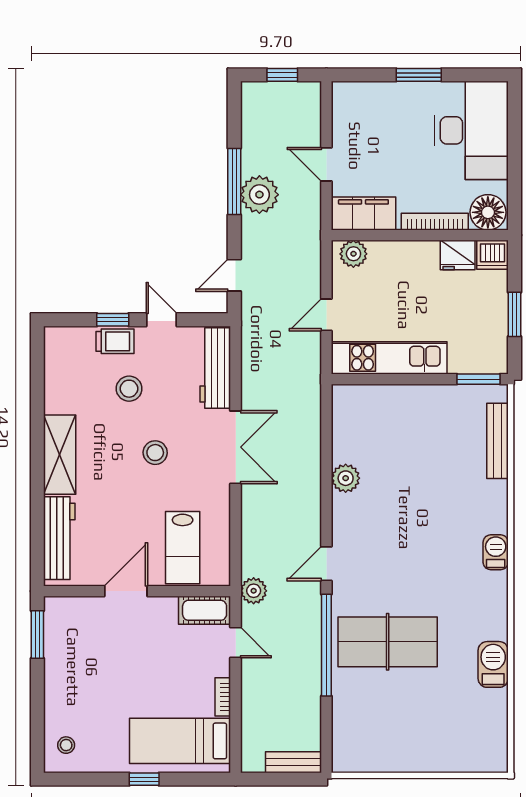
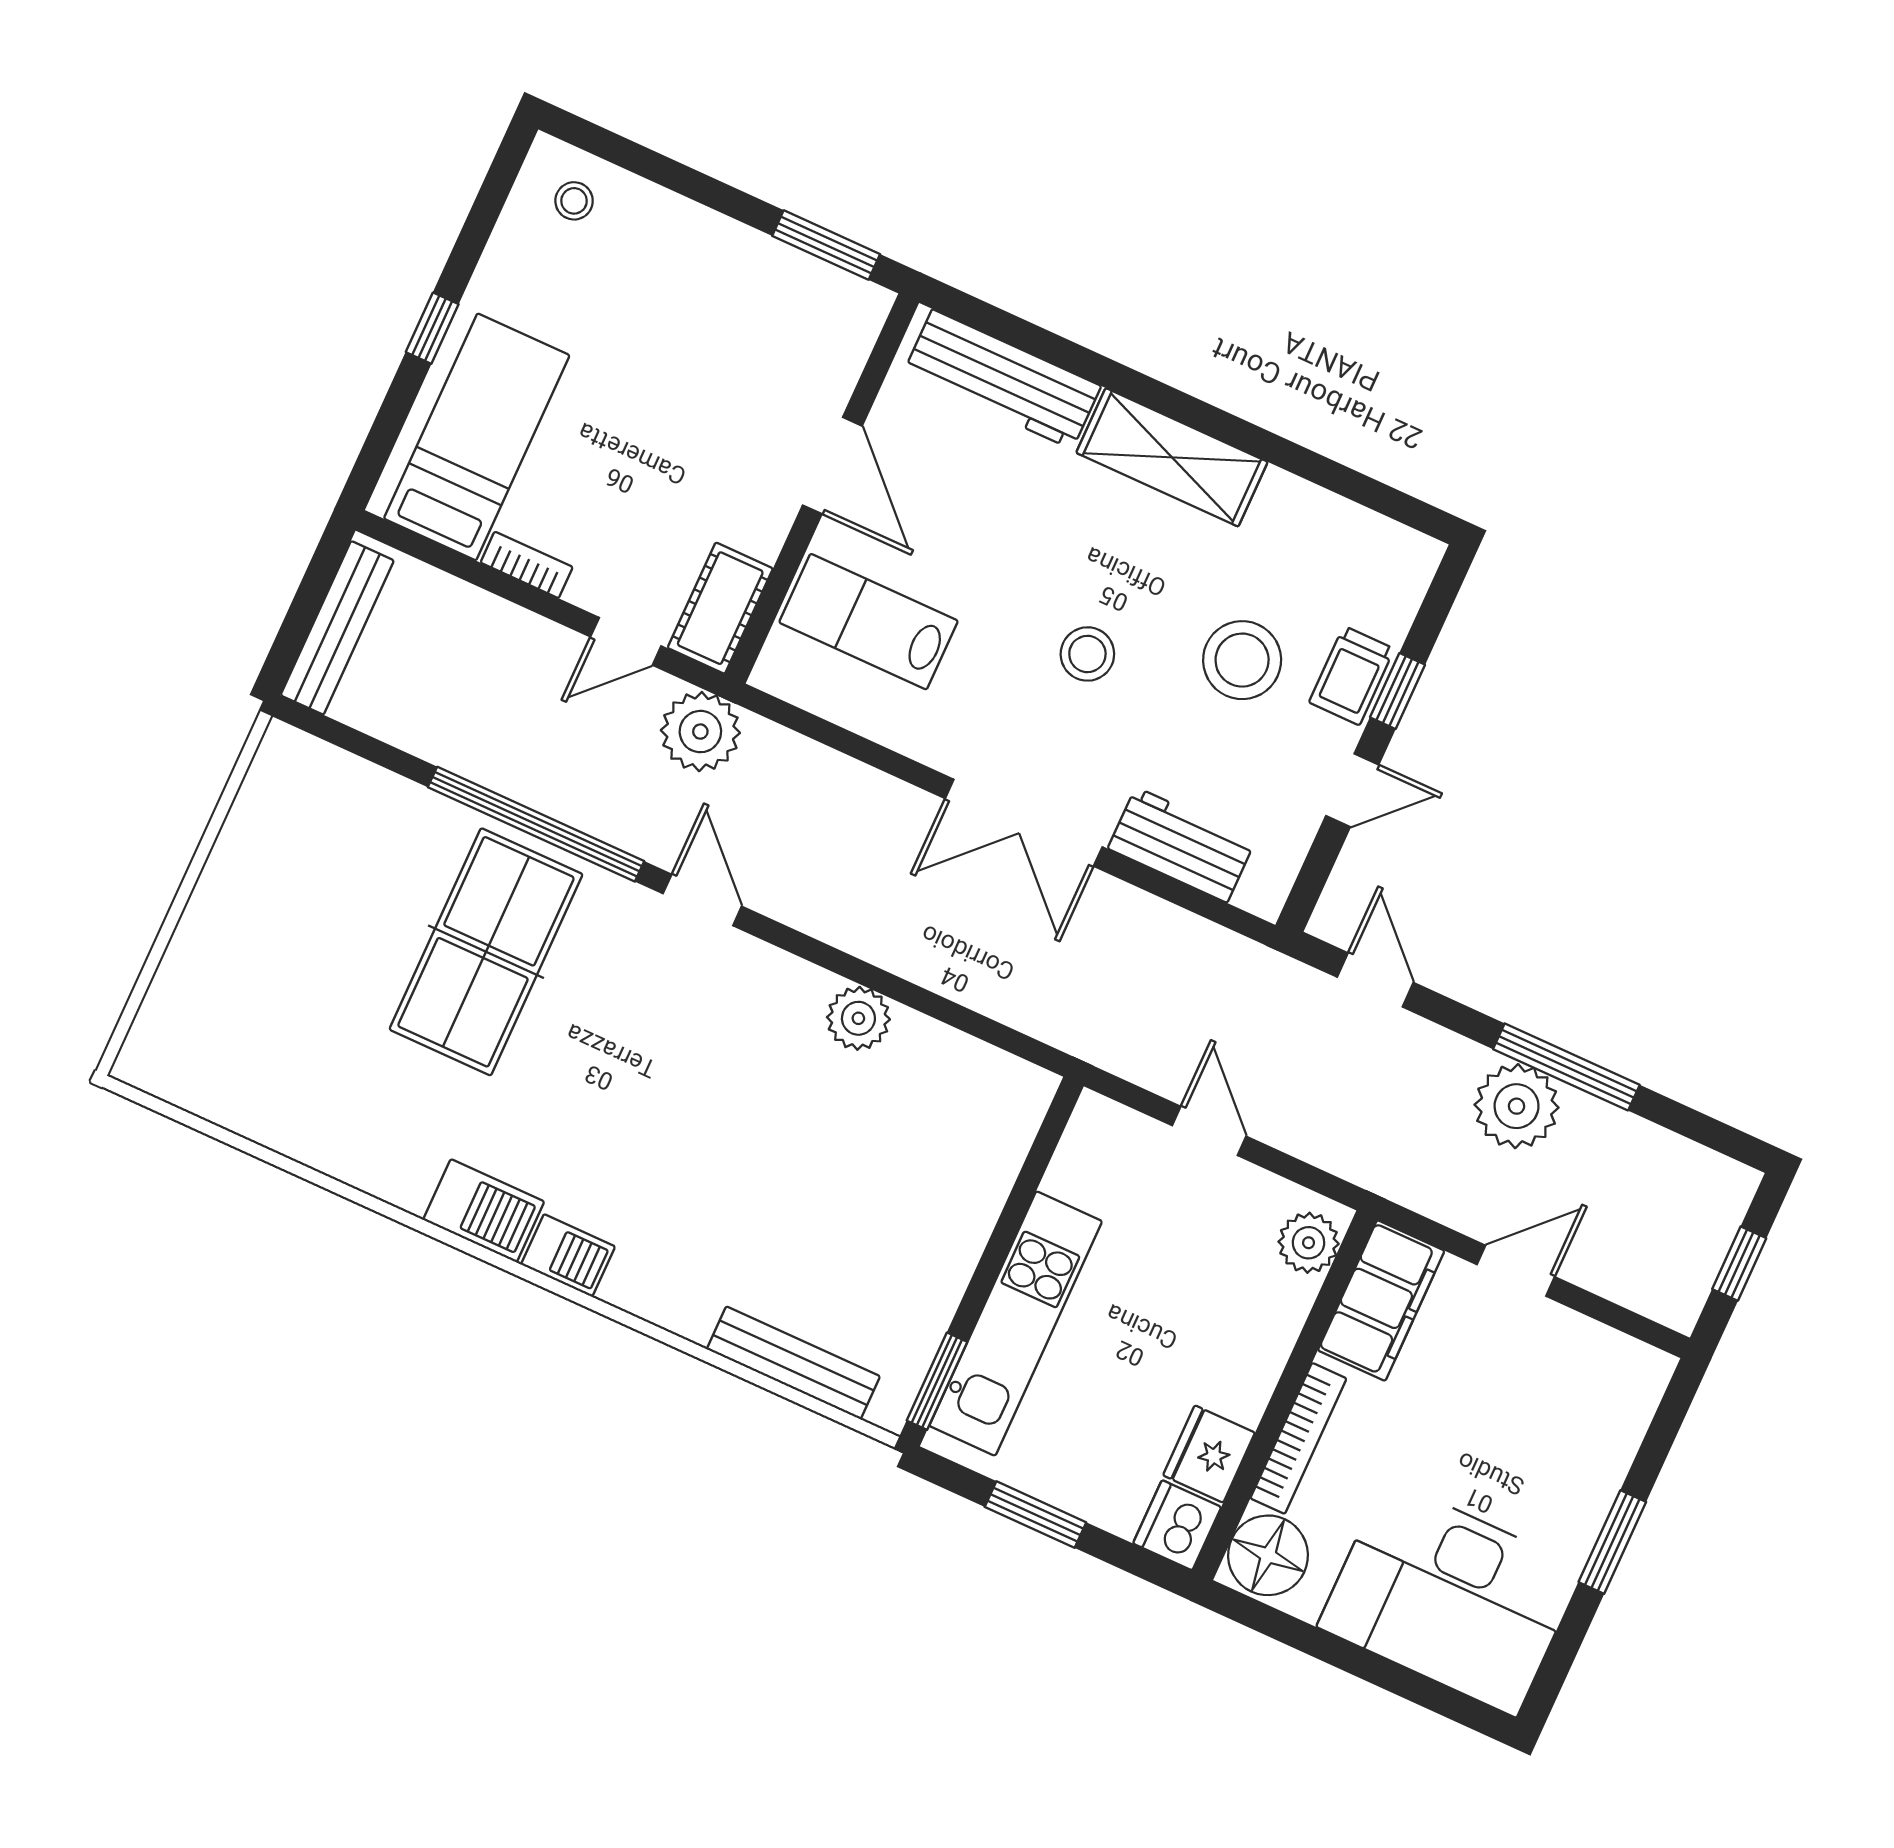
kitchen unit: (389, 358) -> (1016, 1323), moved
workbench: (215, 368) -> (1181, 845), width x0.73
stool: (129, 389) -> (1242, 660), width x1.38, depth x1.38
plant: (254, 591) -> (700, 732), width x1.36, depth x1.36
barbecue: (493, 664) -> (484, 1211), moved
bench: (294, 762) -> (337, 628), width x1.36

